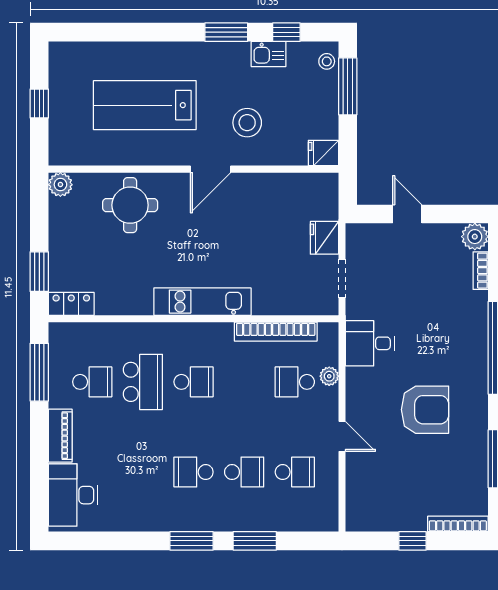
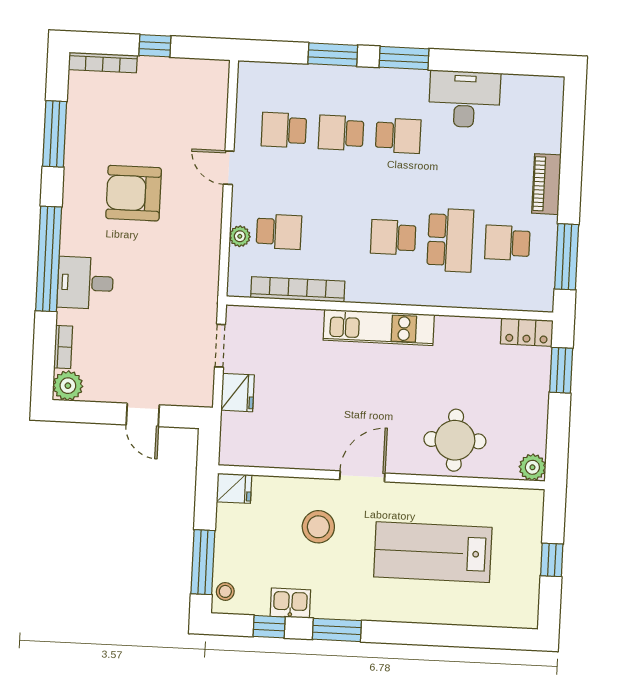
lab bench: (145, 105) -> (433, 552), turned 180
desk: (370, 343) -> (85, 283), moved, turned 180
school desk: (143, 382) -> (450, 240), turned 180
desk: (73, 495) -> (465, 99), moved, turned -90

